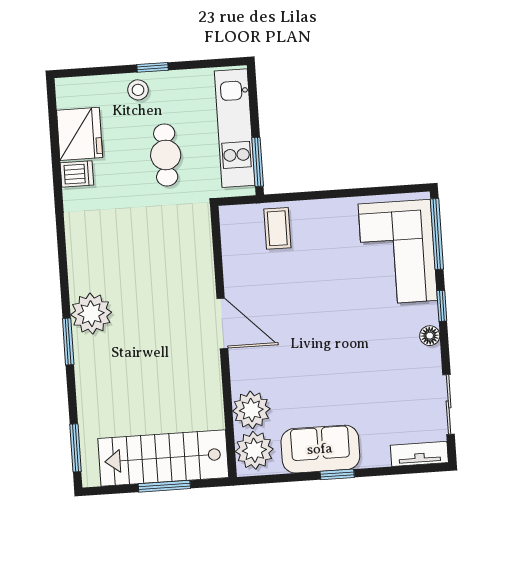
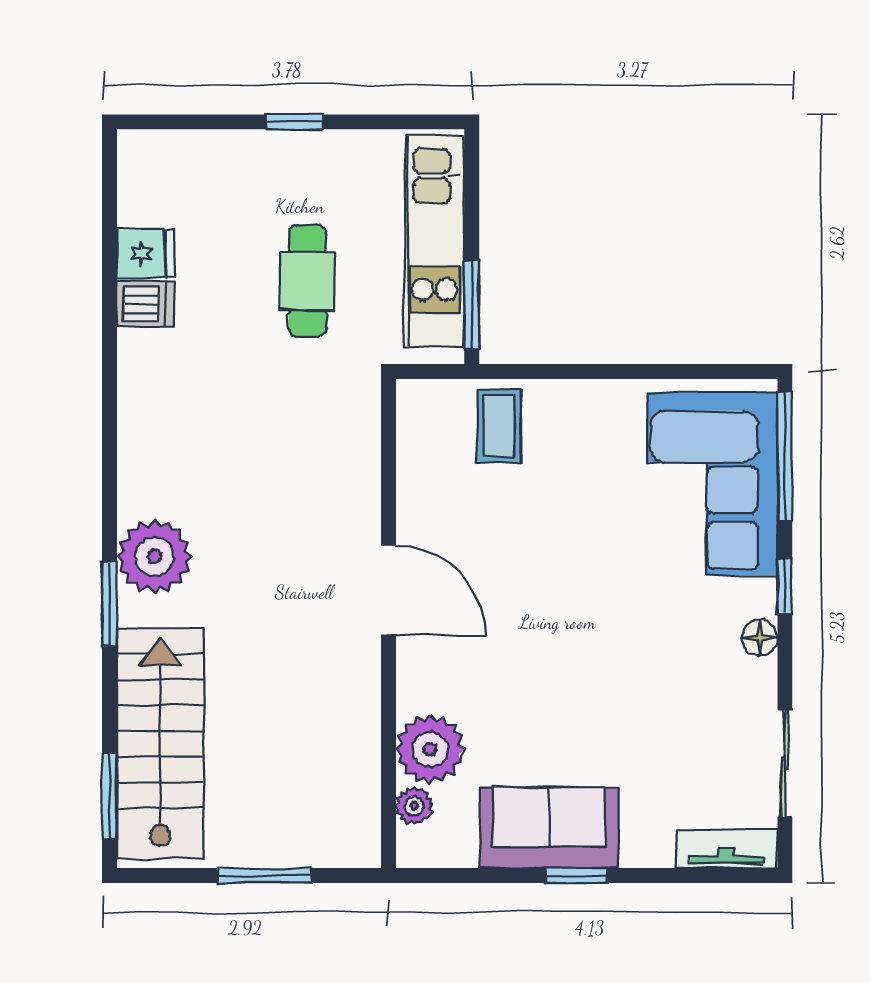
stool: (138, 90) -> (266, 161), removed
fridge: (80, 134) -> (146, 254), width x0.53, depth x0.75
plant: (254, 450) -> (414, 806), width x0.53, depth x0.53
stairs: (163, 458) -> (160, 743), moved, turned 90

